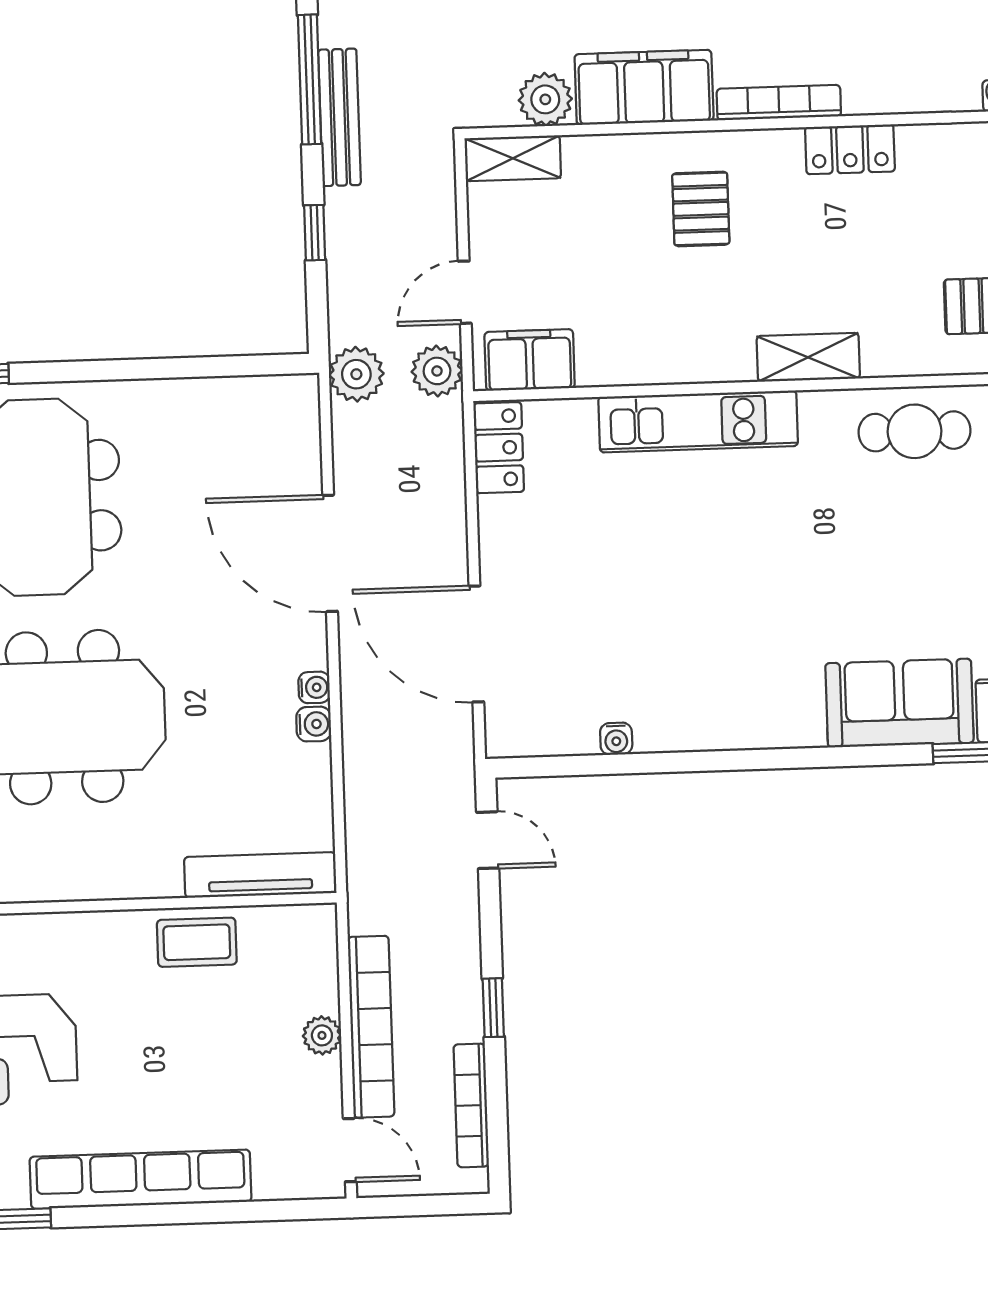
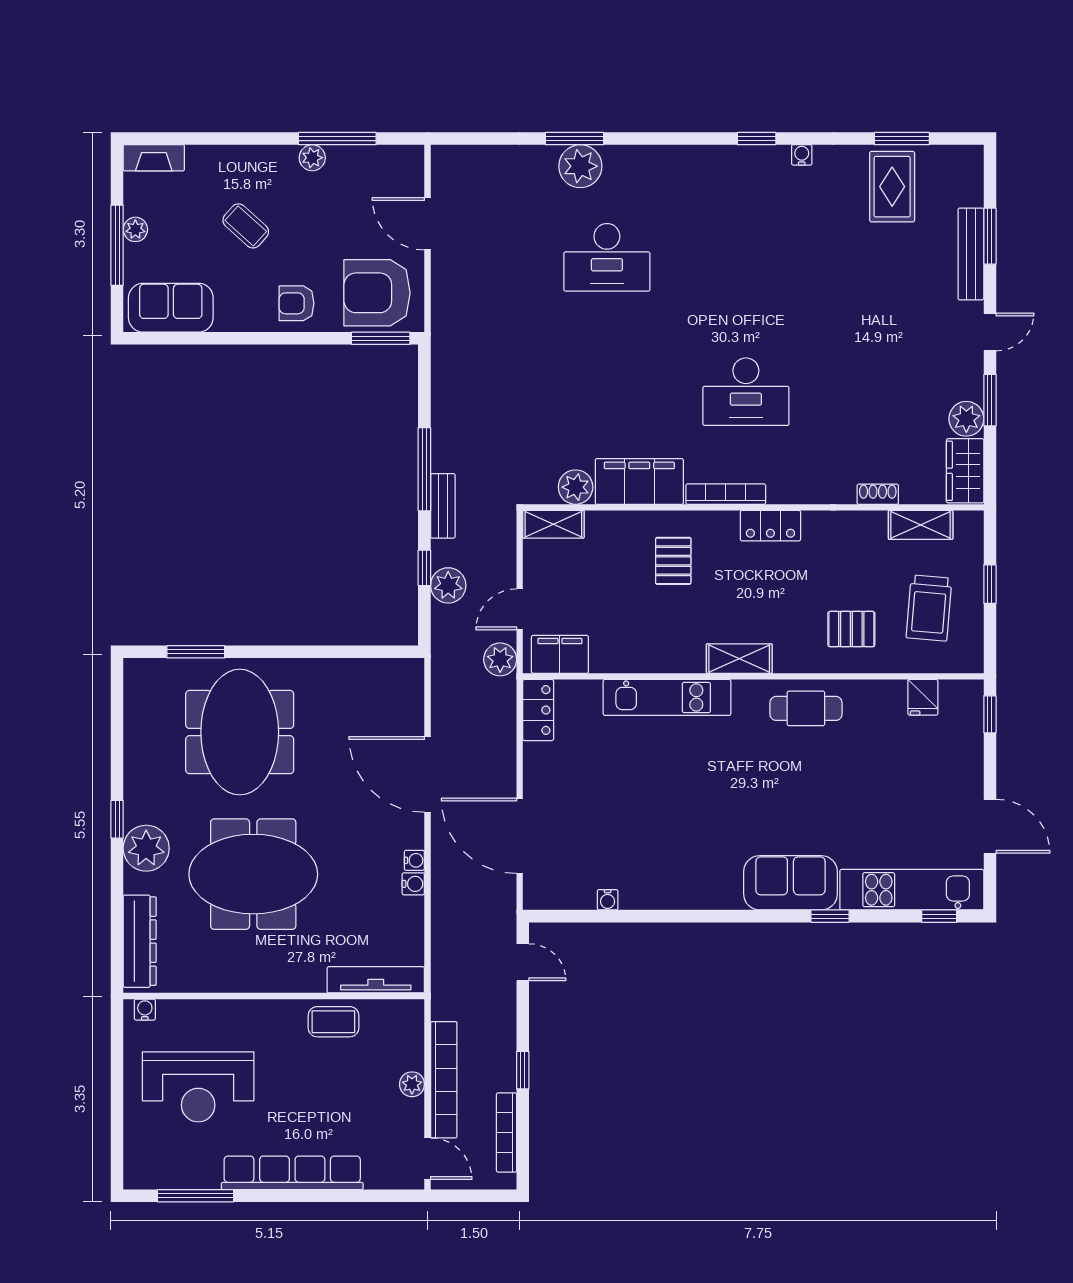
bench: (339, 117) -> (443, 506), width x0.73
plant: (356, 374) -> (448, 585), moved

